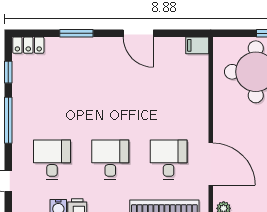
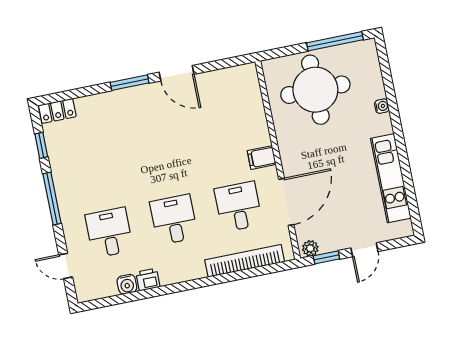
window: (76, 33) -> (130, 83), moved
filing cabinet: (197, 45) -> (262, 158), moved
door: (211, 164) -> (286, 202), hinge flipped

